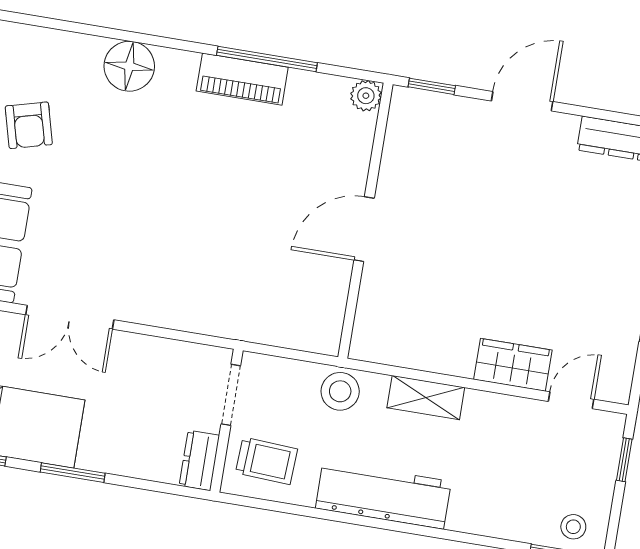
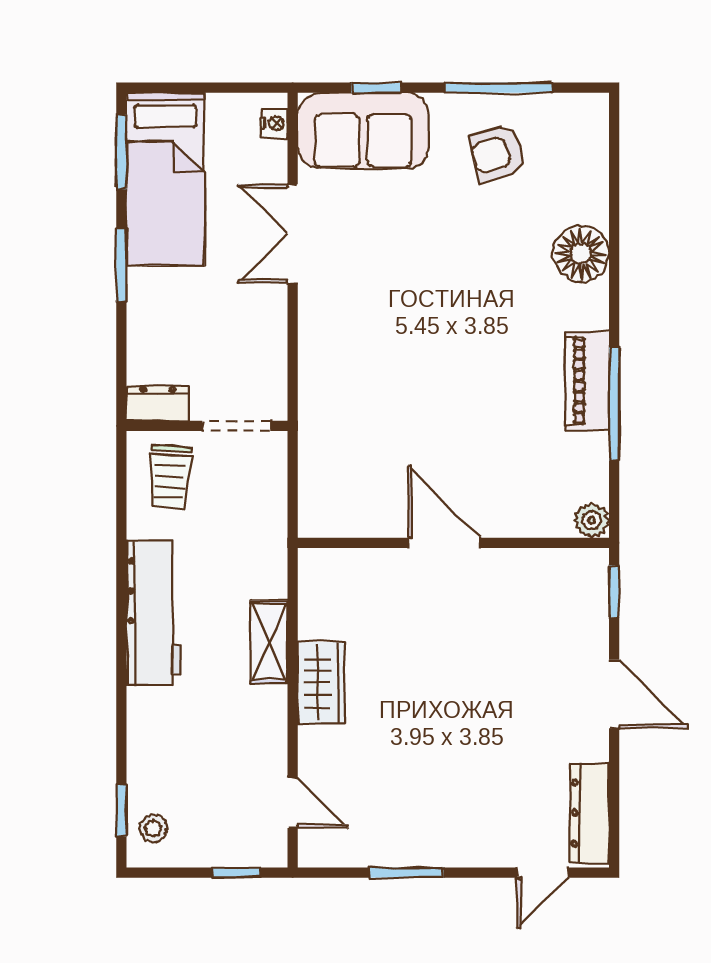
wardrobe: (513, 365) -> (321, 683), moved
stool: (340, 391) -> (260, 546), removed

